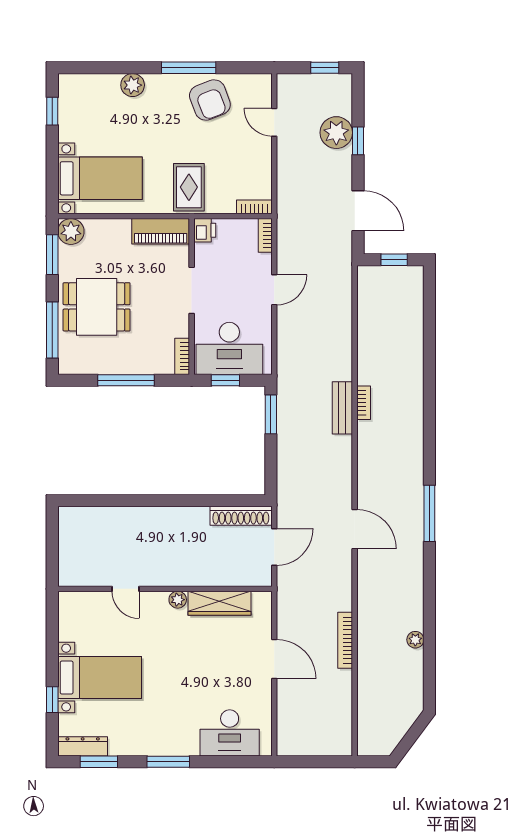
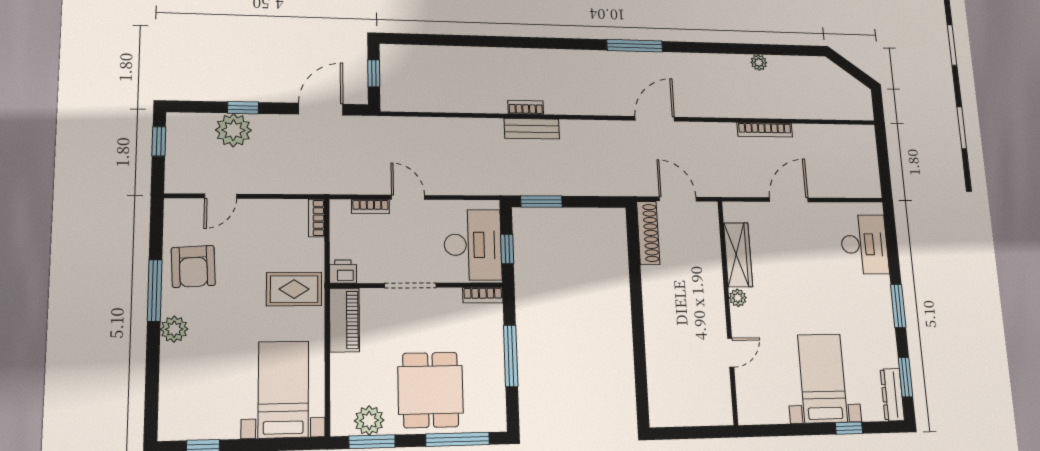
plant: (133, 85) -> (174, 329), moved
armchair: (210, 100) -> (193, 266), turned 108
plant: (71, 231) -> (369, 420), moved
bookcase: (265, 235) -> (370, 207), moved

